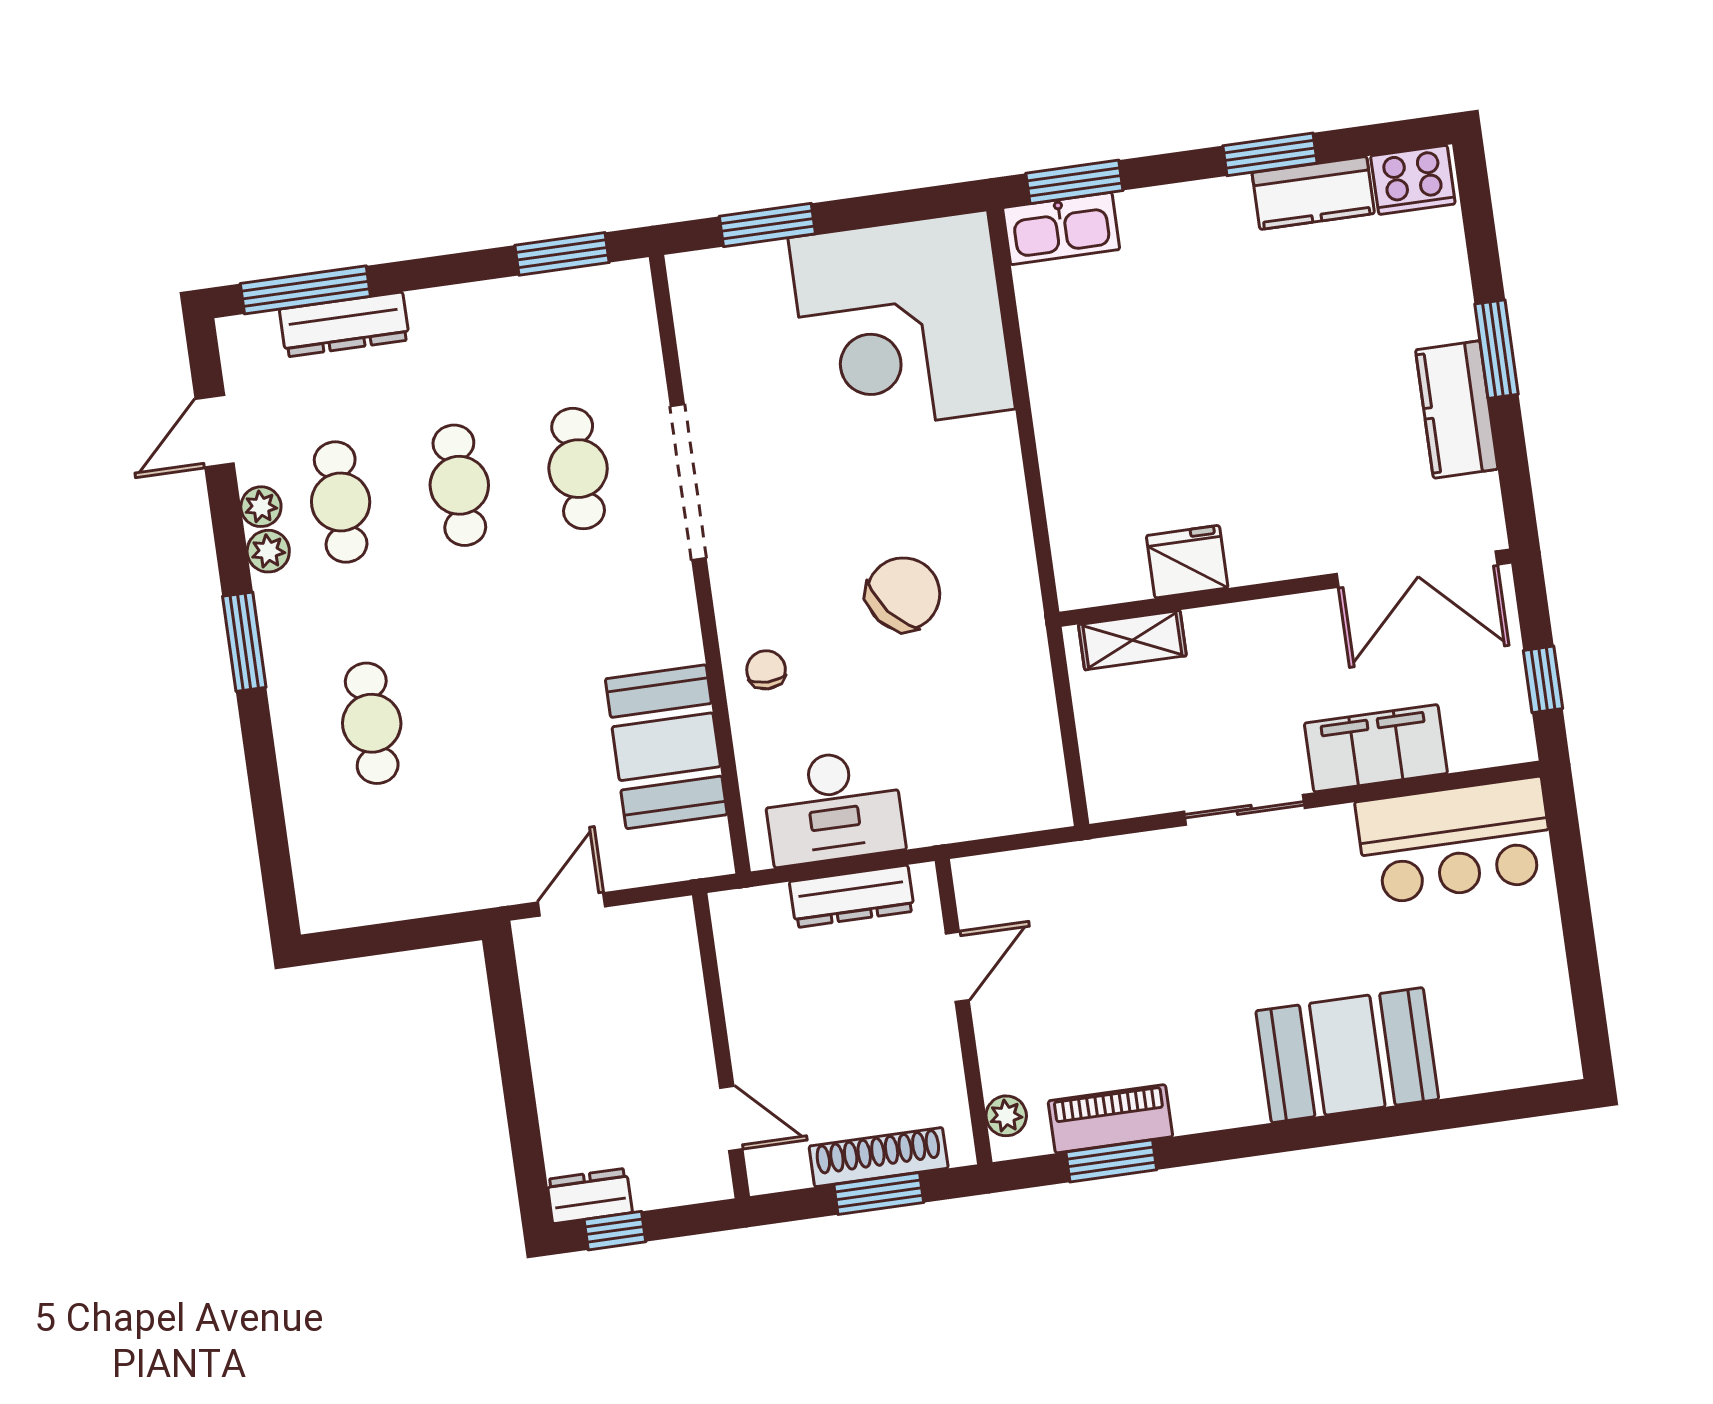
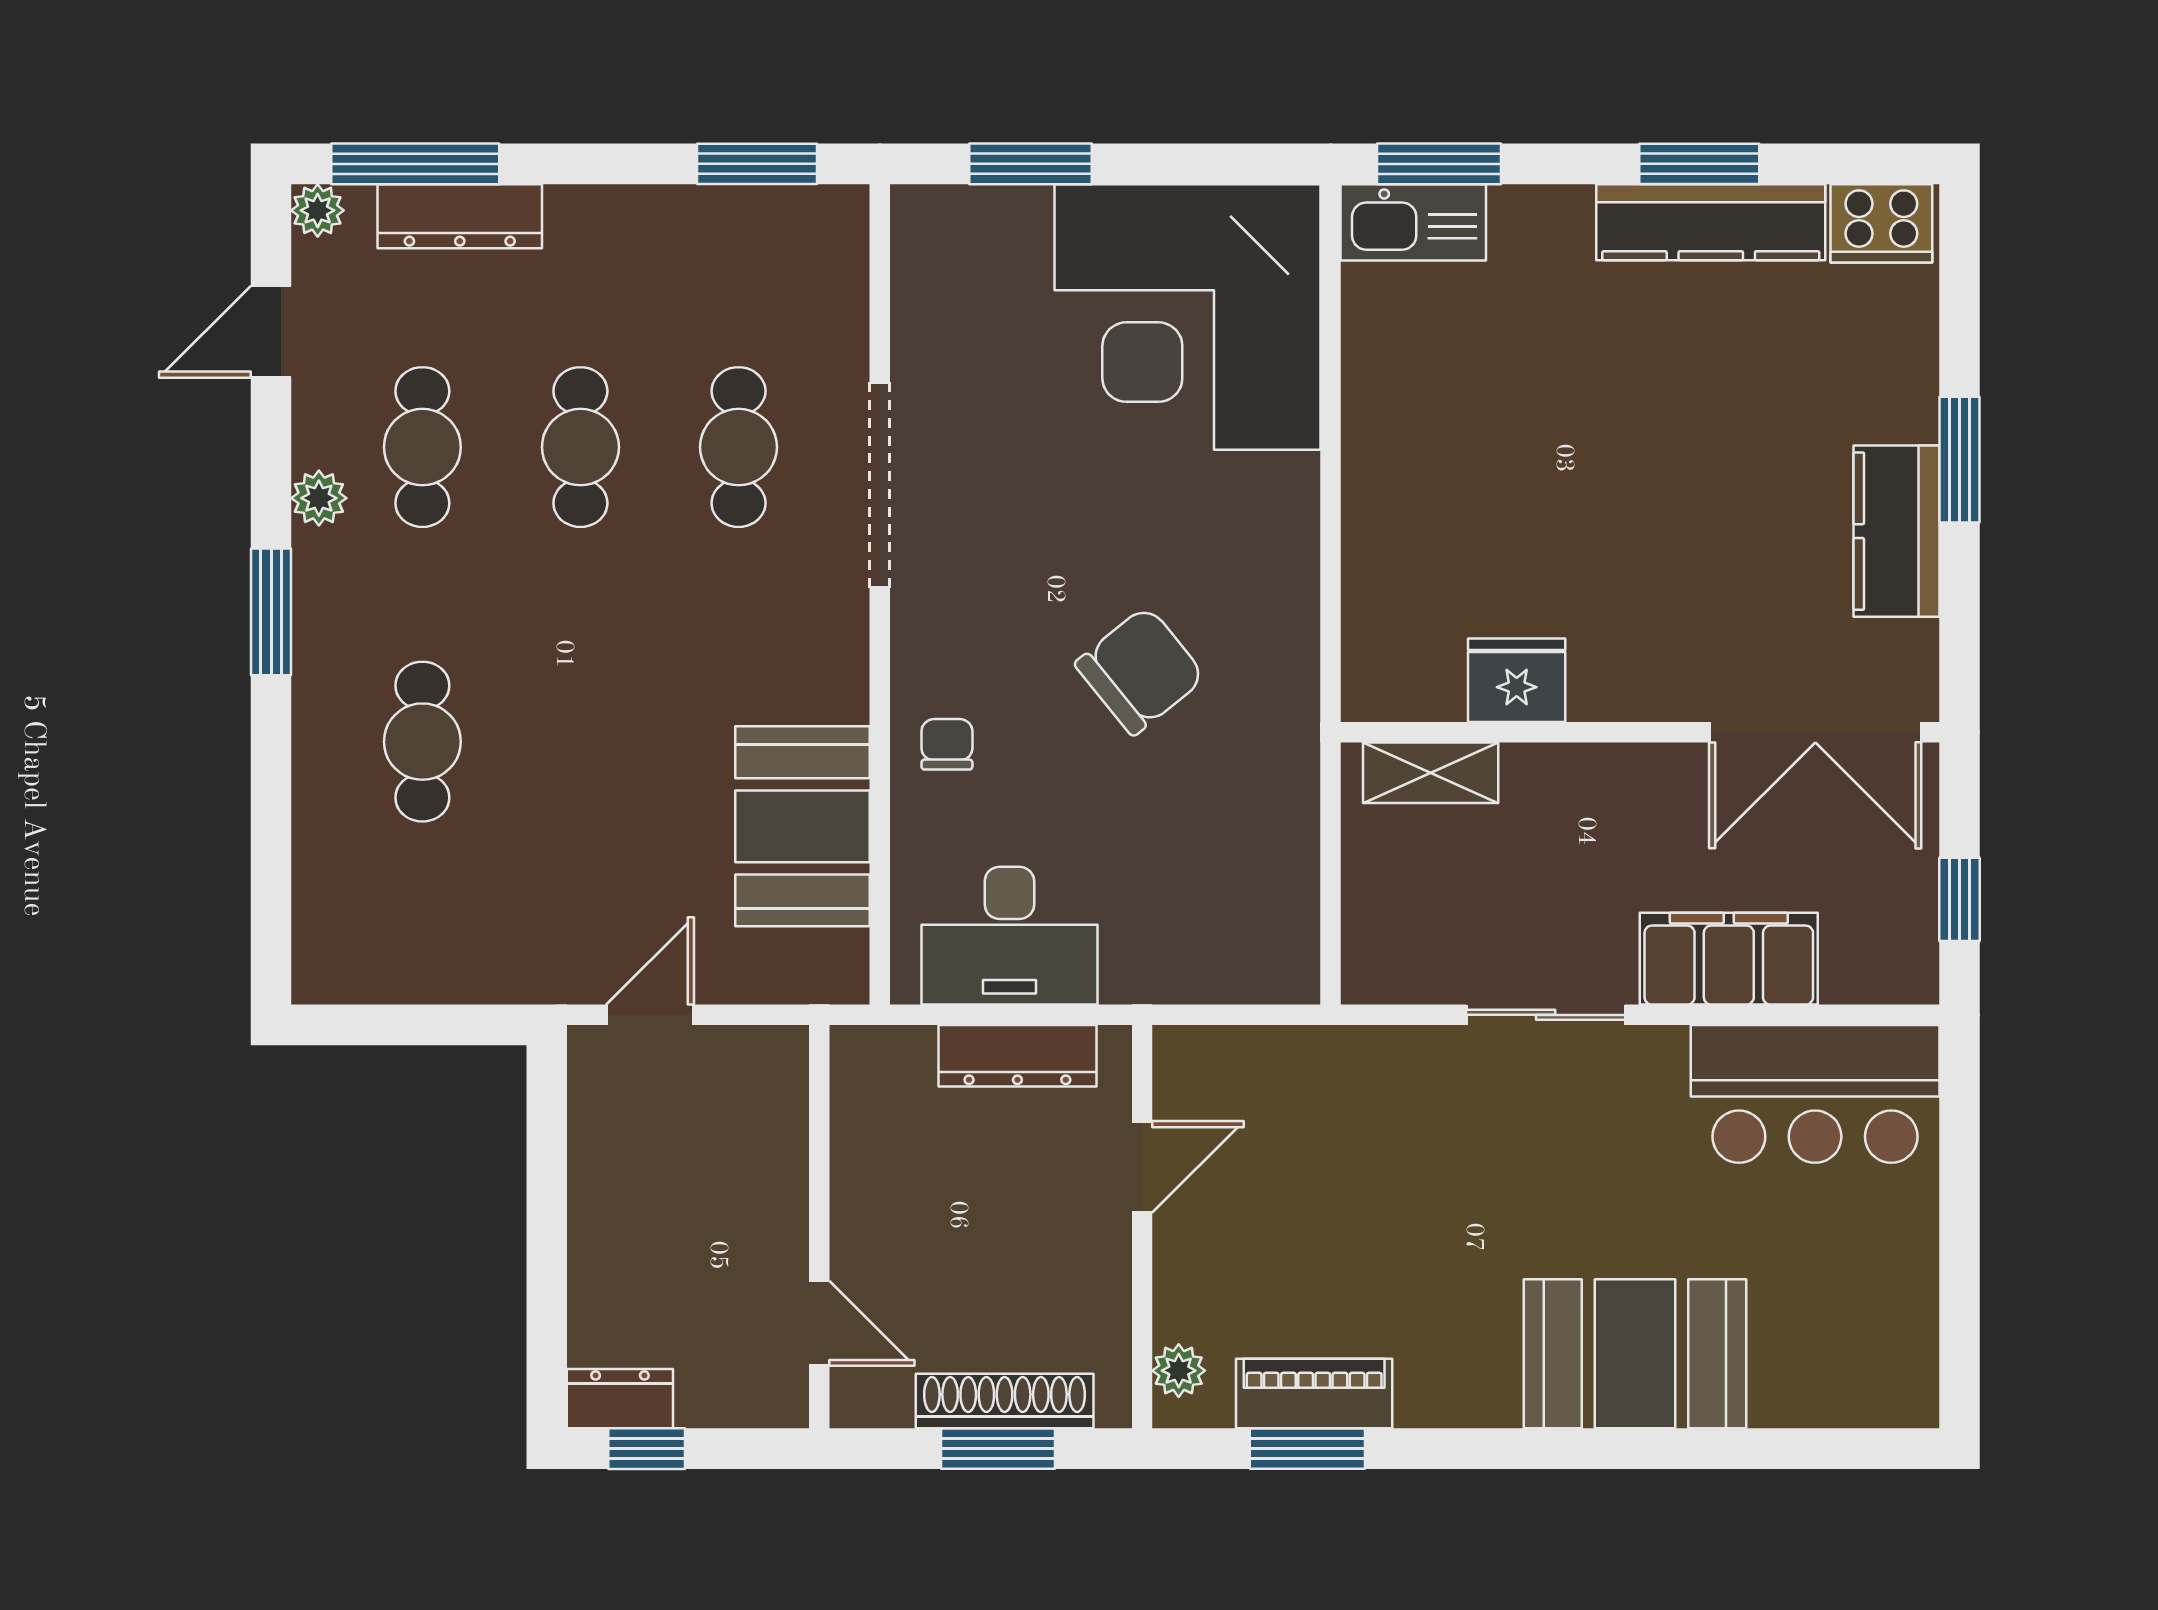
kitchen counter: (1313, 193) -> (1711, 222), width x1.50
plant: (261, 507) -> (318, 210), moved

